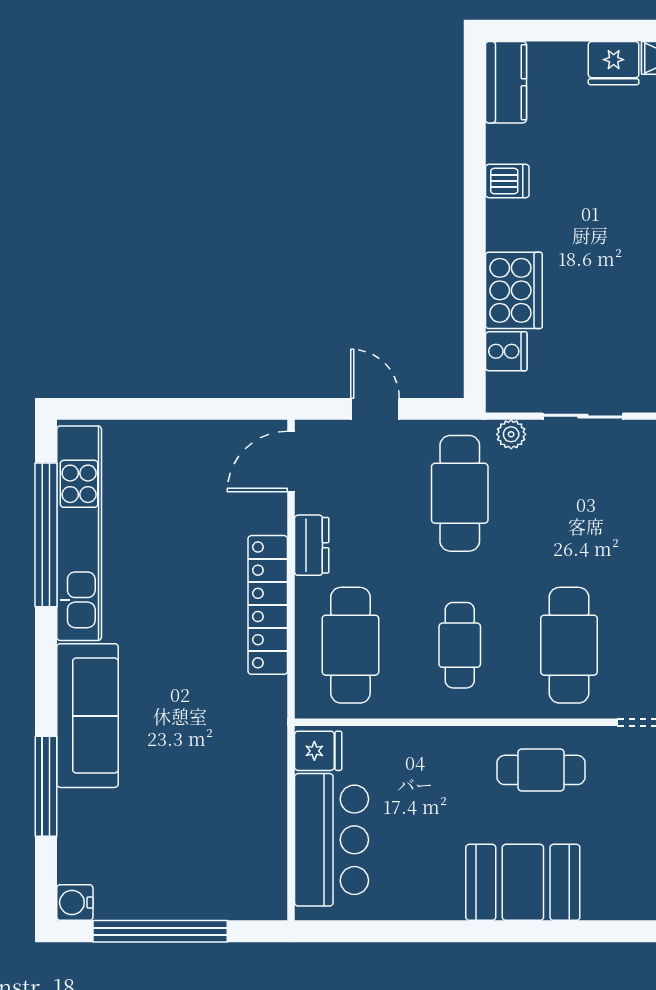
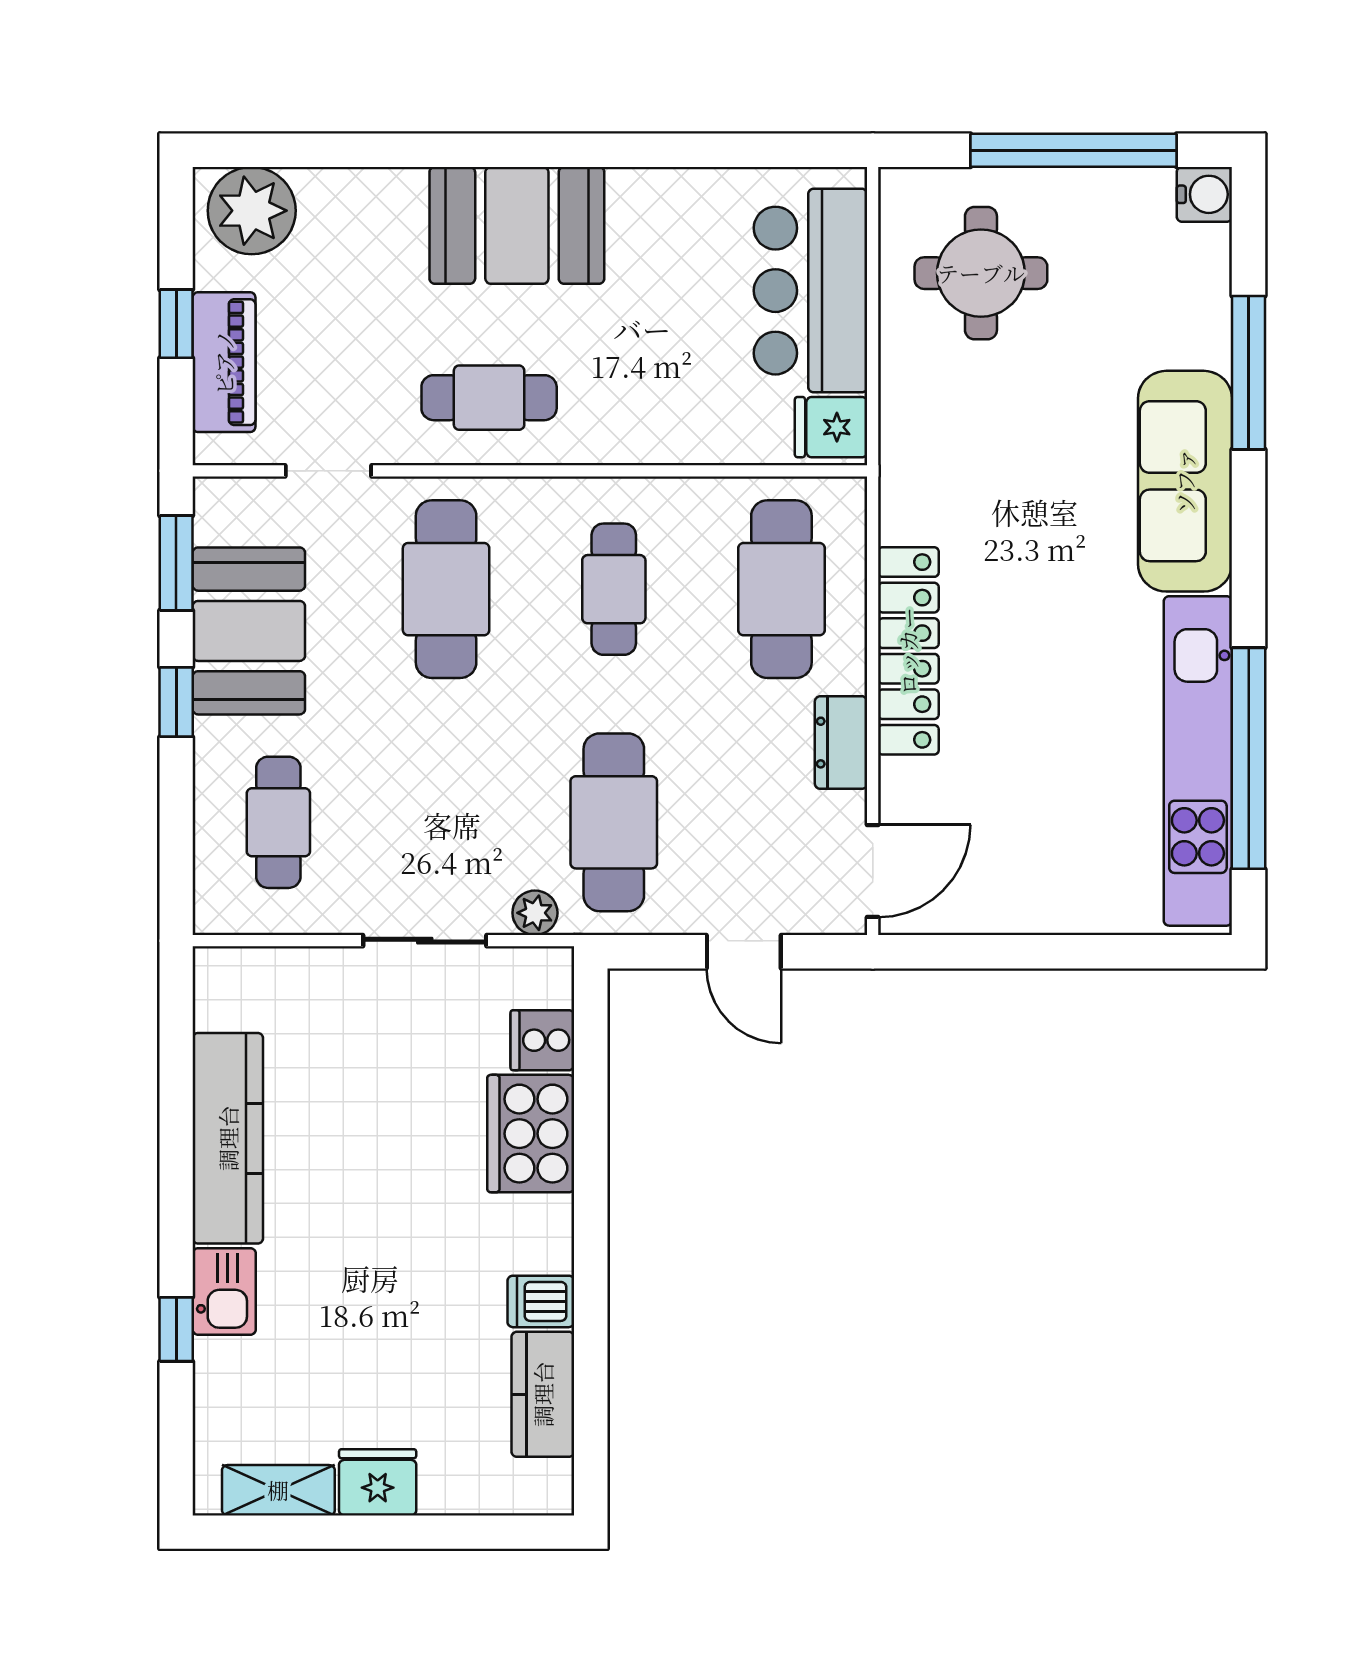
kitchen counter: (506, 82) -> (543, 1394), moved
round table: (220, 851) -> (981, 273), added

